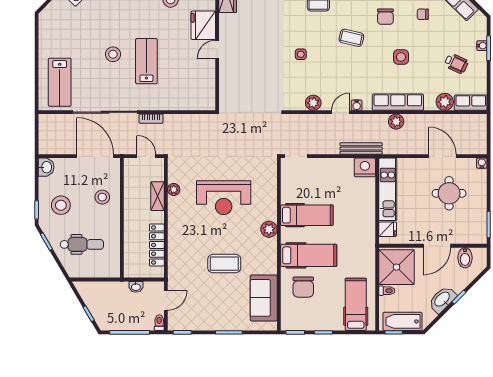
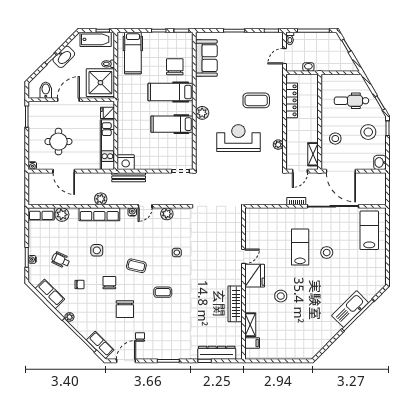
lab bench: (146, 61) -> (300, 247), turned 180
wheelchair: (456, 63) -> (61, 260), moved
door: (146, 156) -> (300, 171), hinge flipped
shelving: (158, 196) -> (313, 154), moved
coffee table: (224, 264) -> (256, 100), moved

